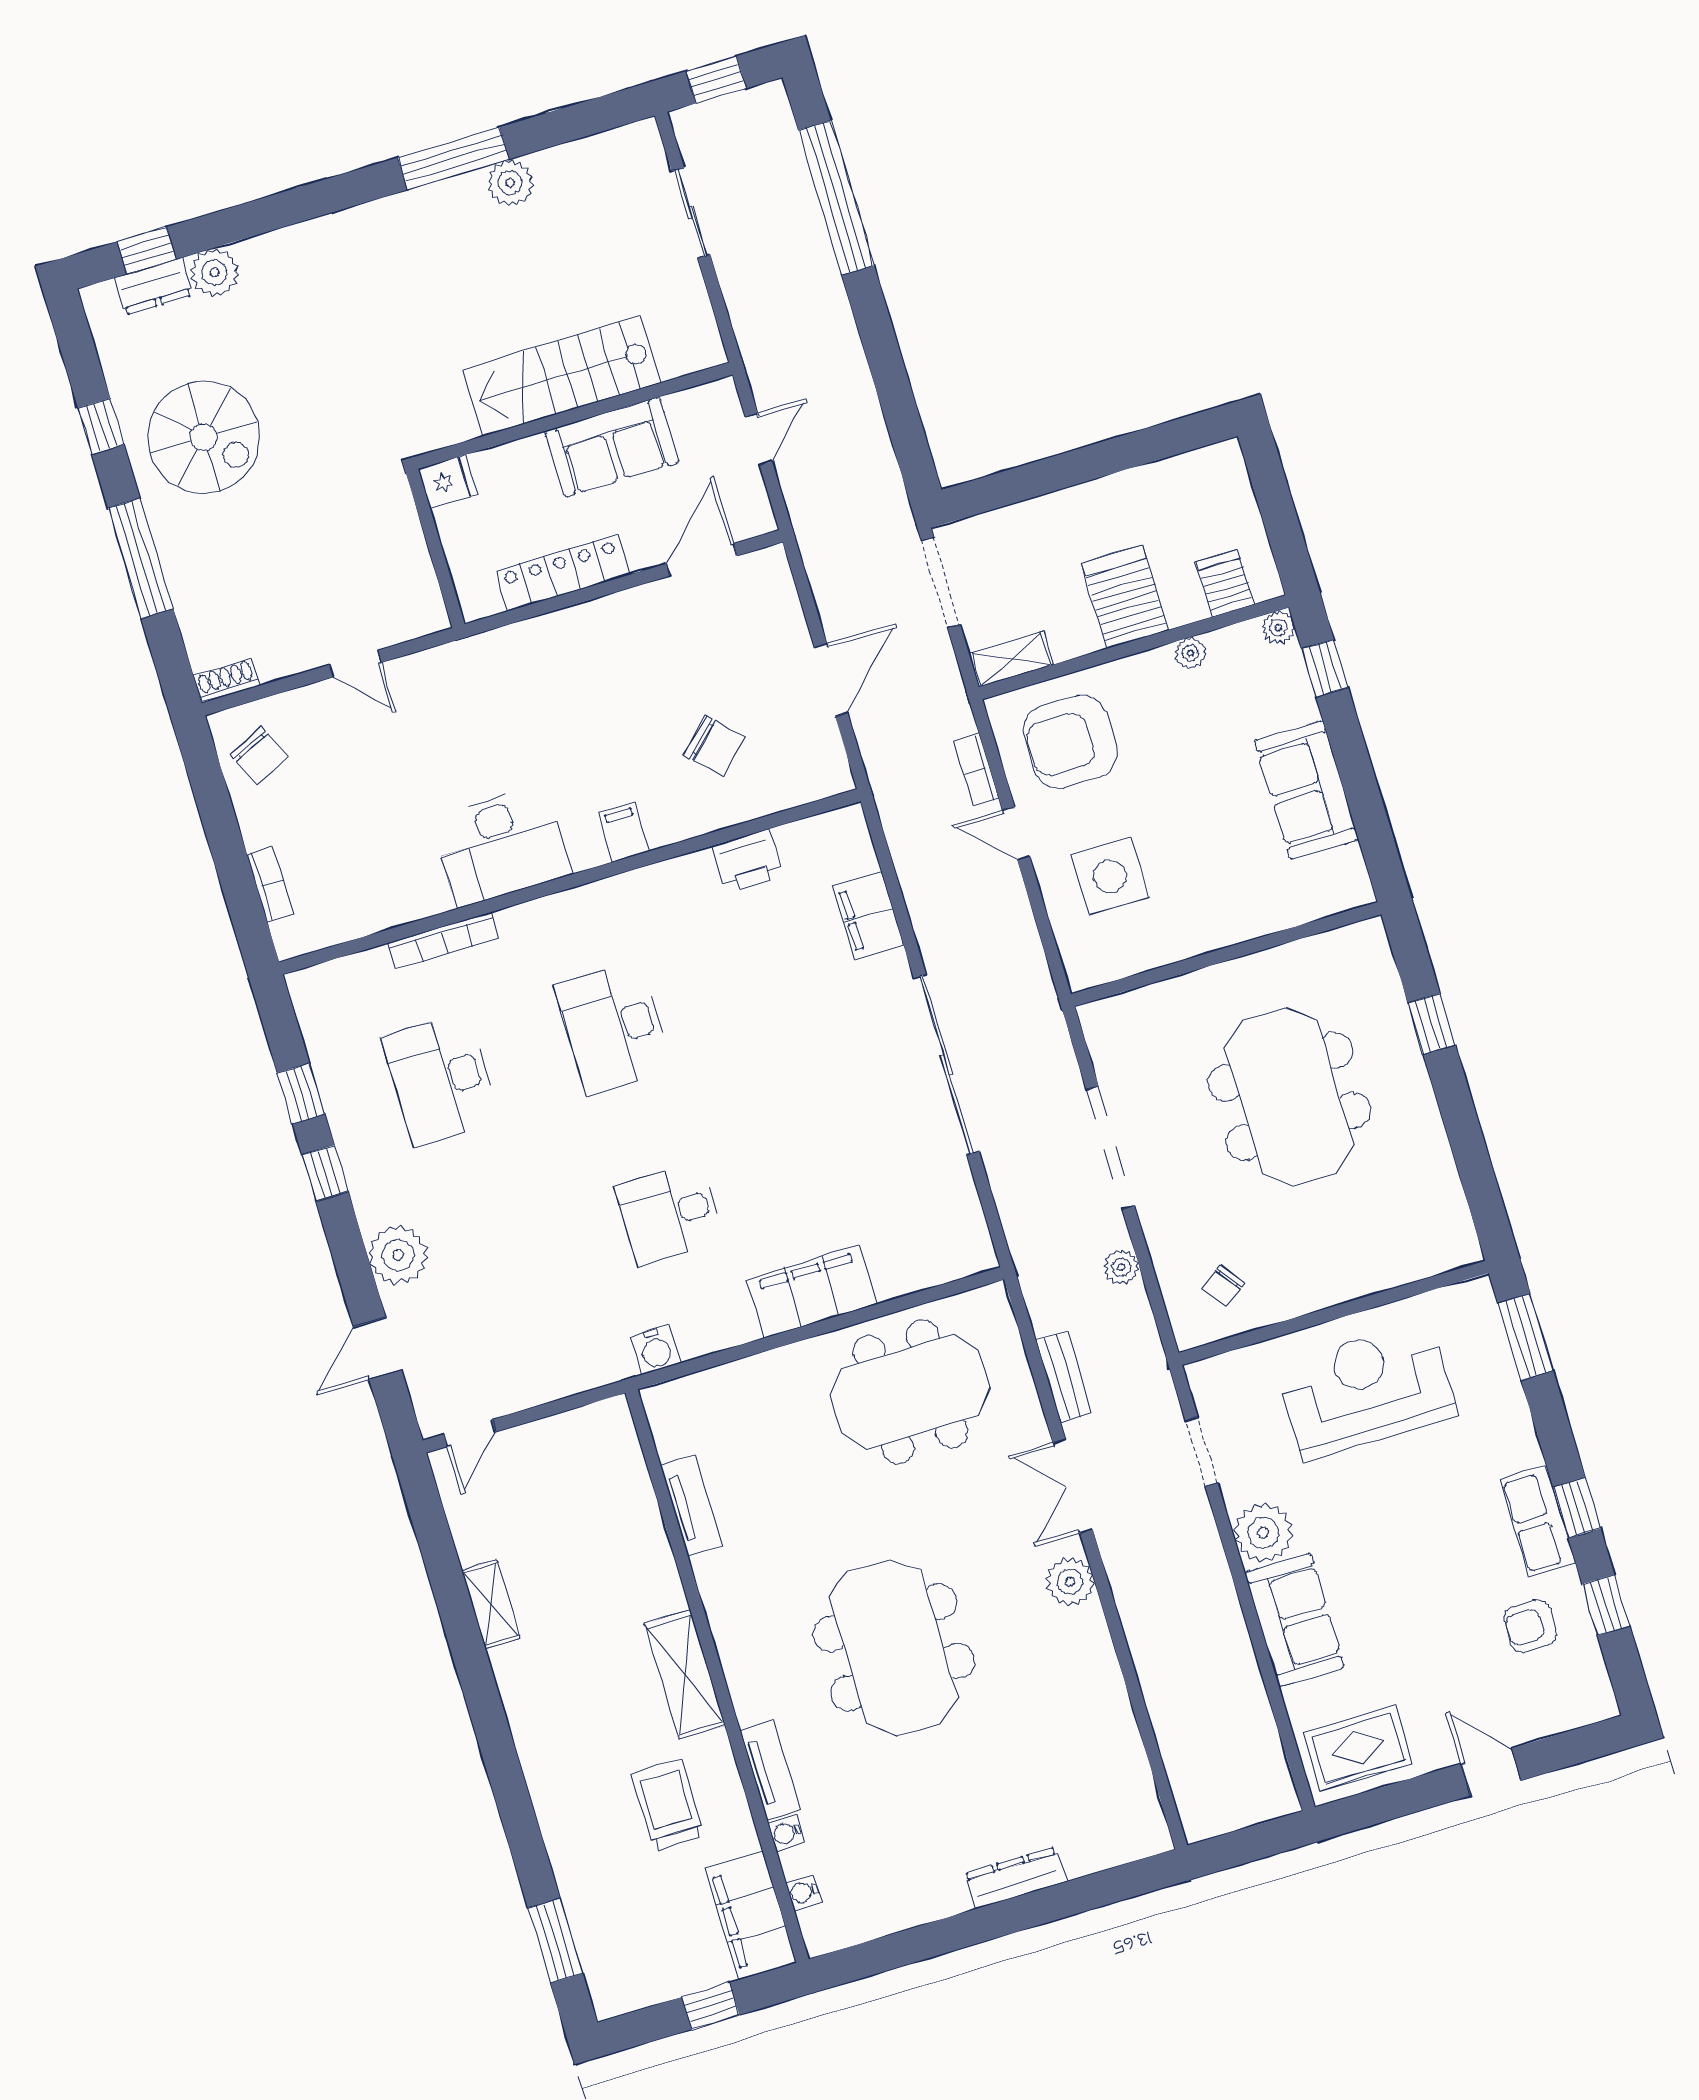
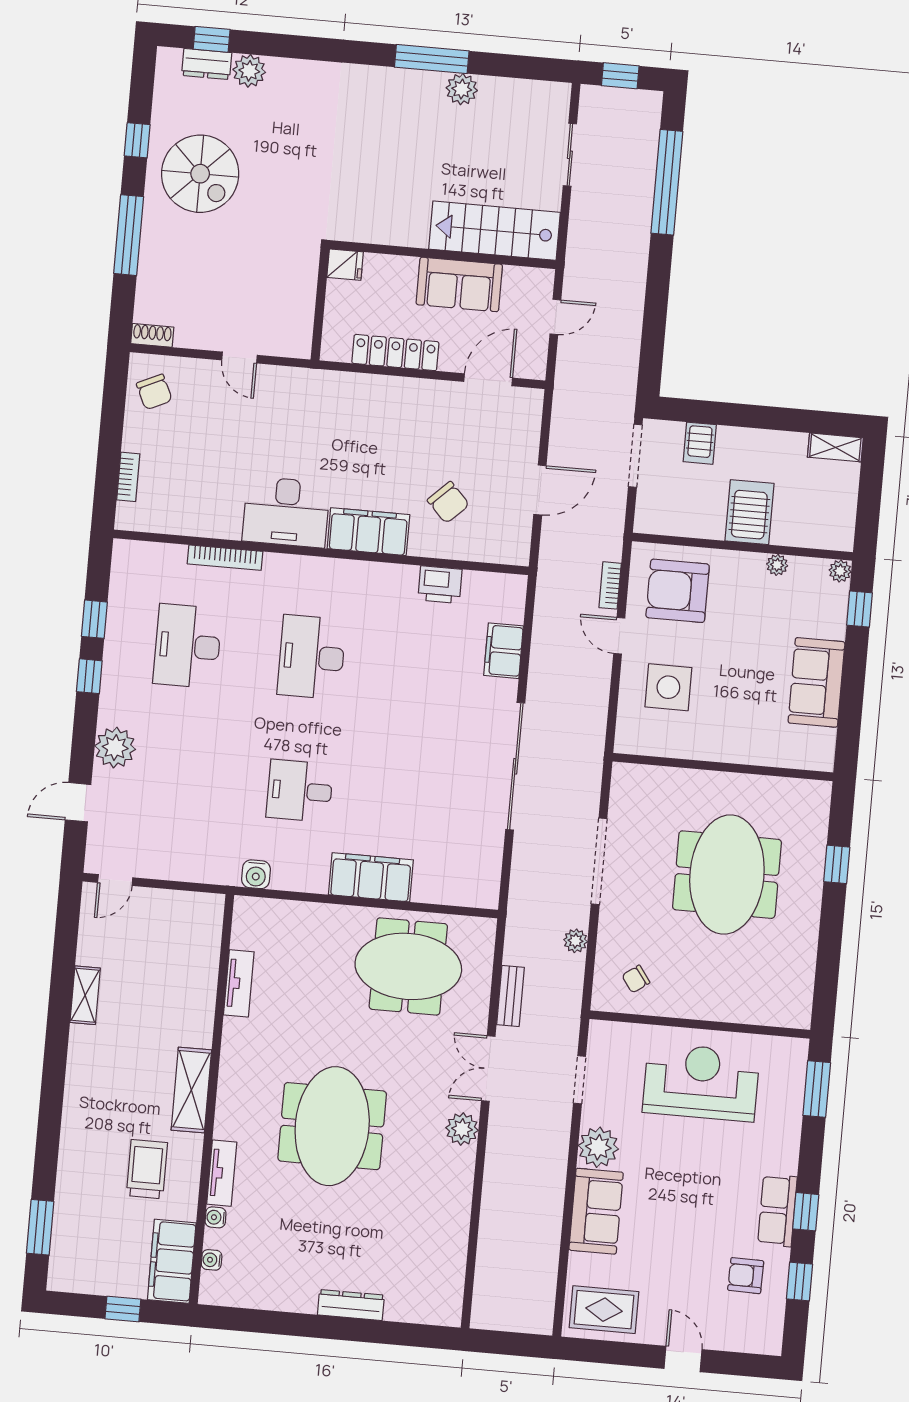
stairs: (561, 376) -> (494, 231), moved
server rack: (1225, 583) -> (700, 443), moved, turned 180
shelving: (1011, 659) -> (835, 447), moved
filing cabinet: (624, 832) -> (368, 532), width x3.00, depth x1.17

